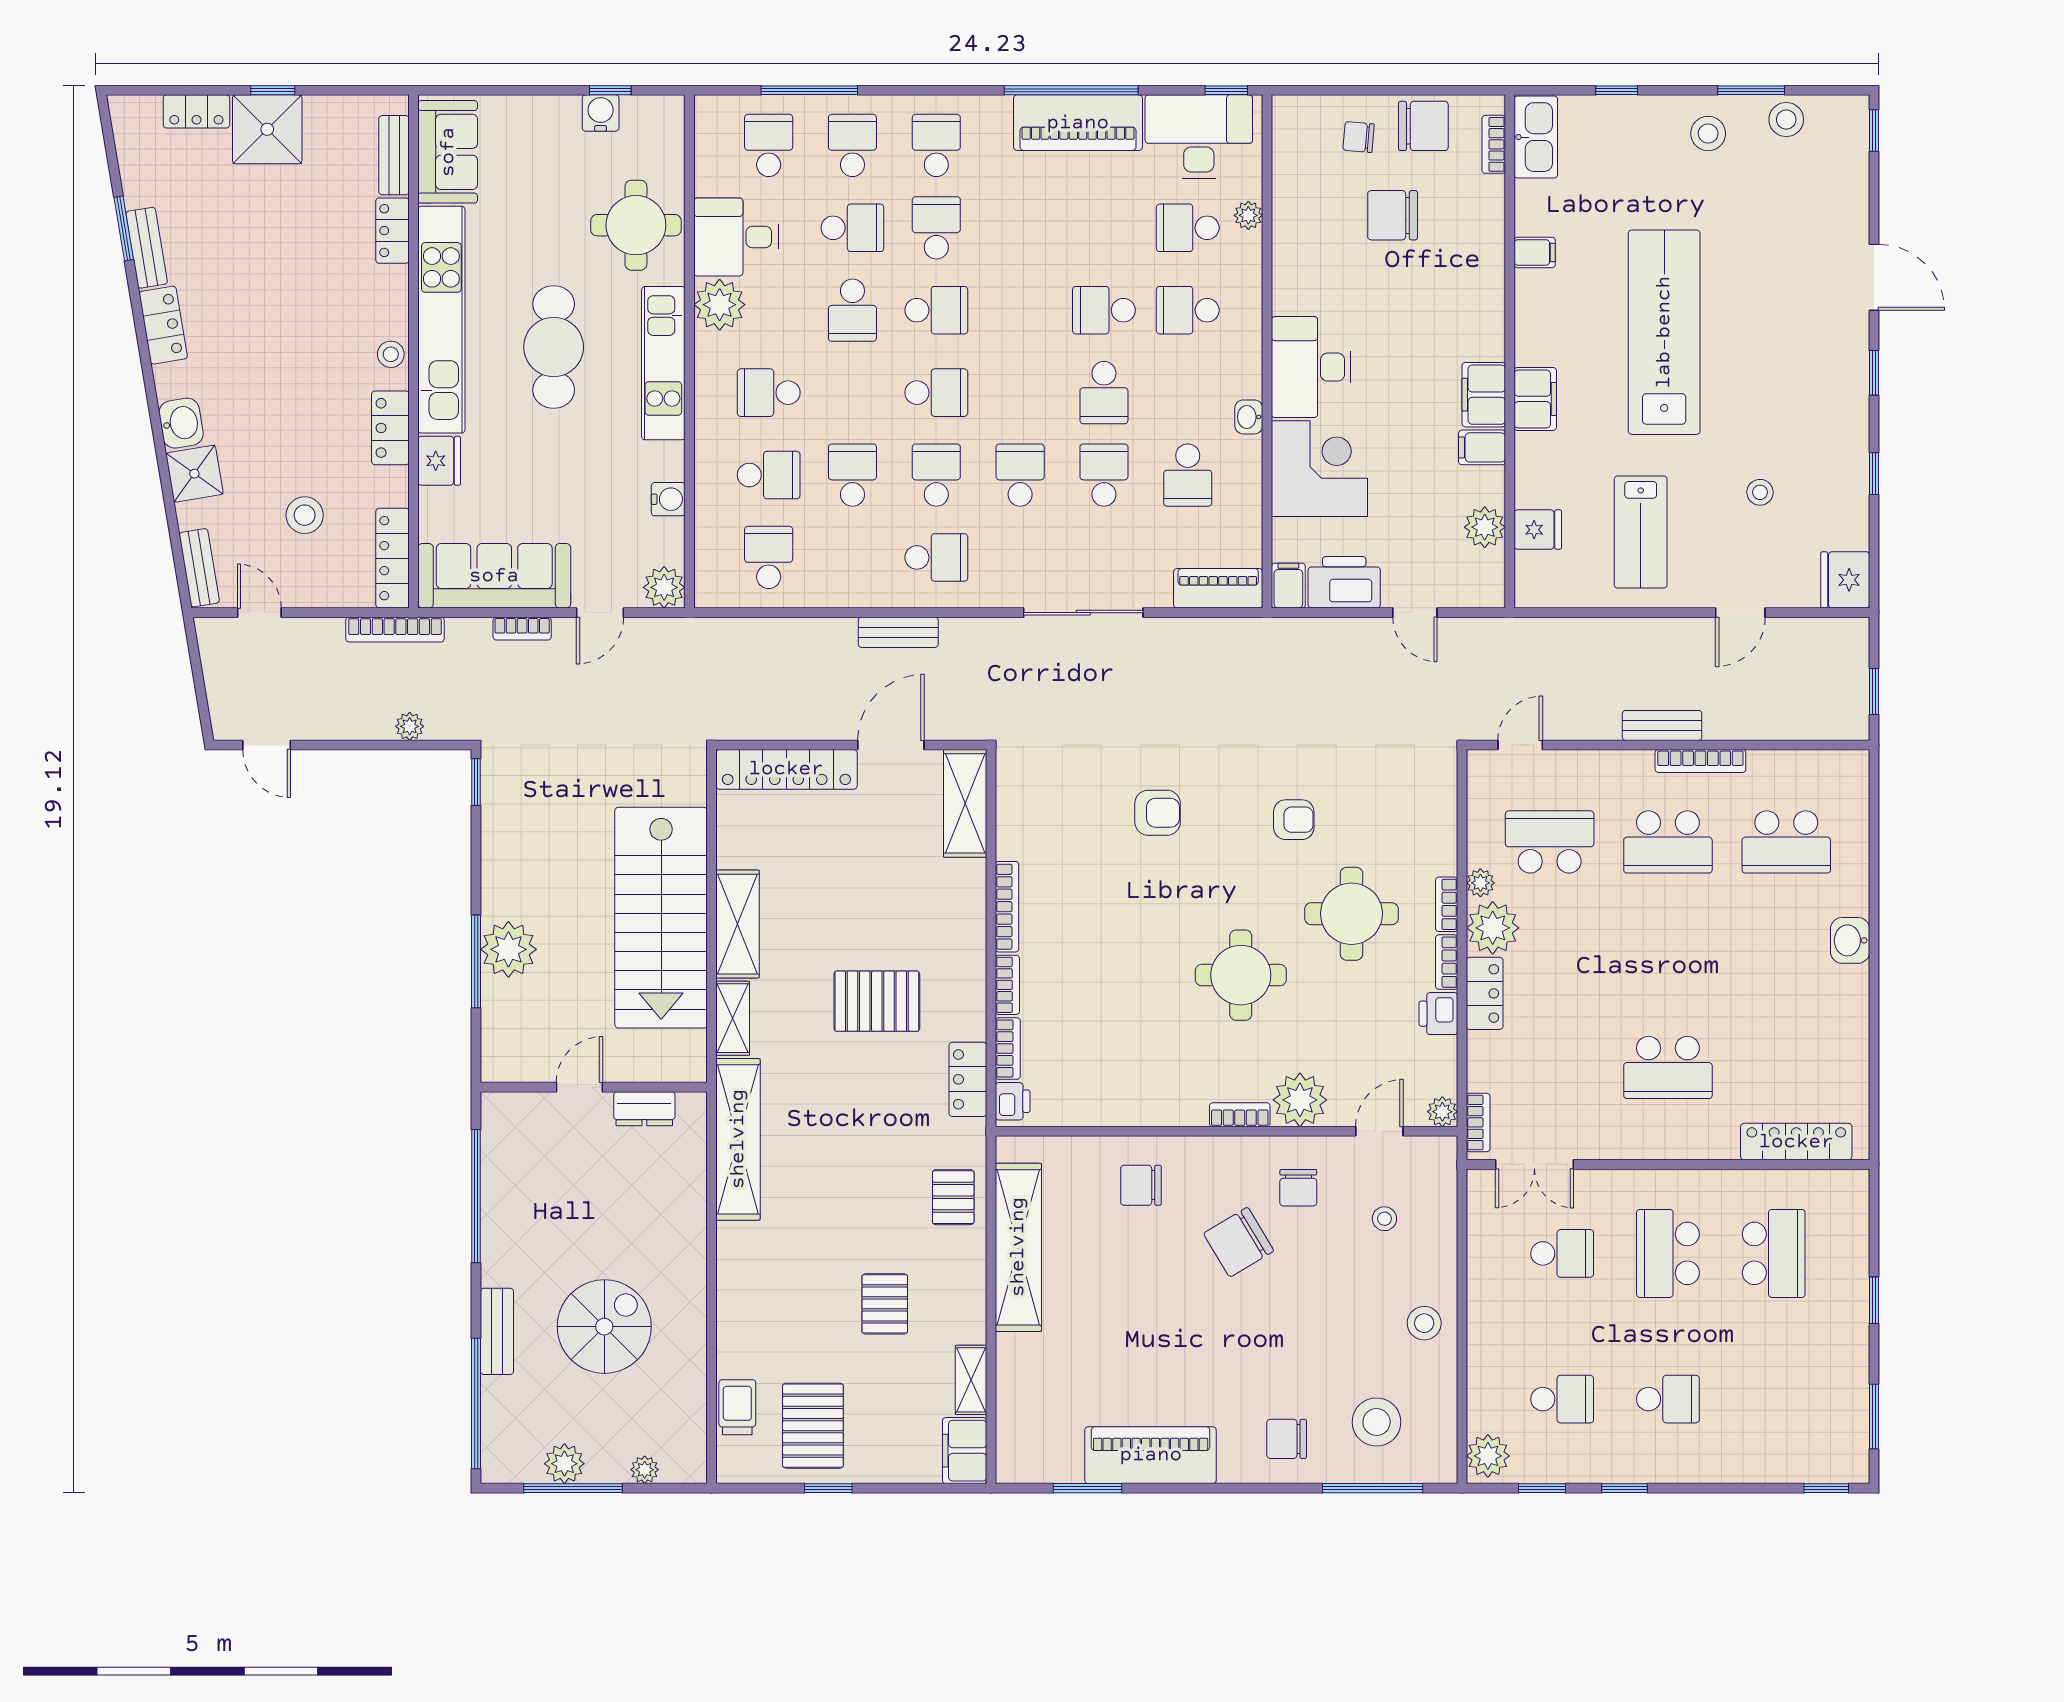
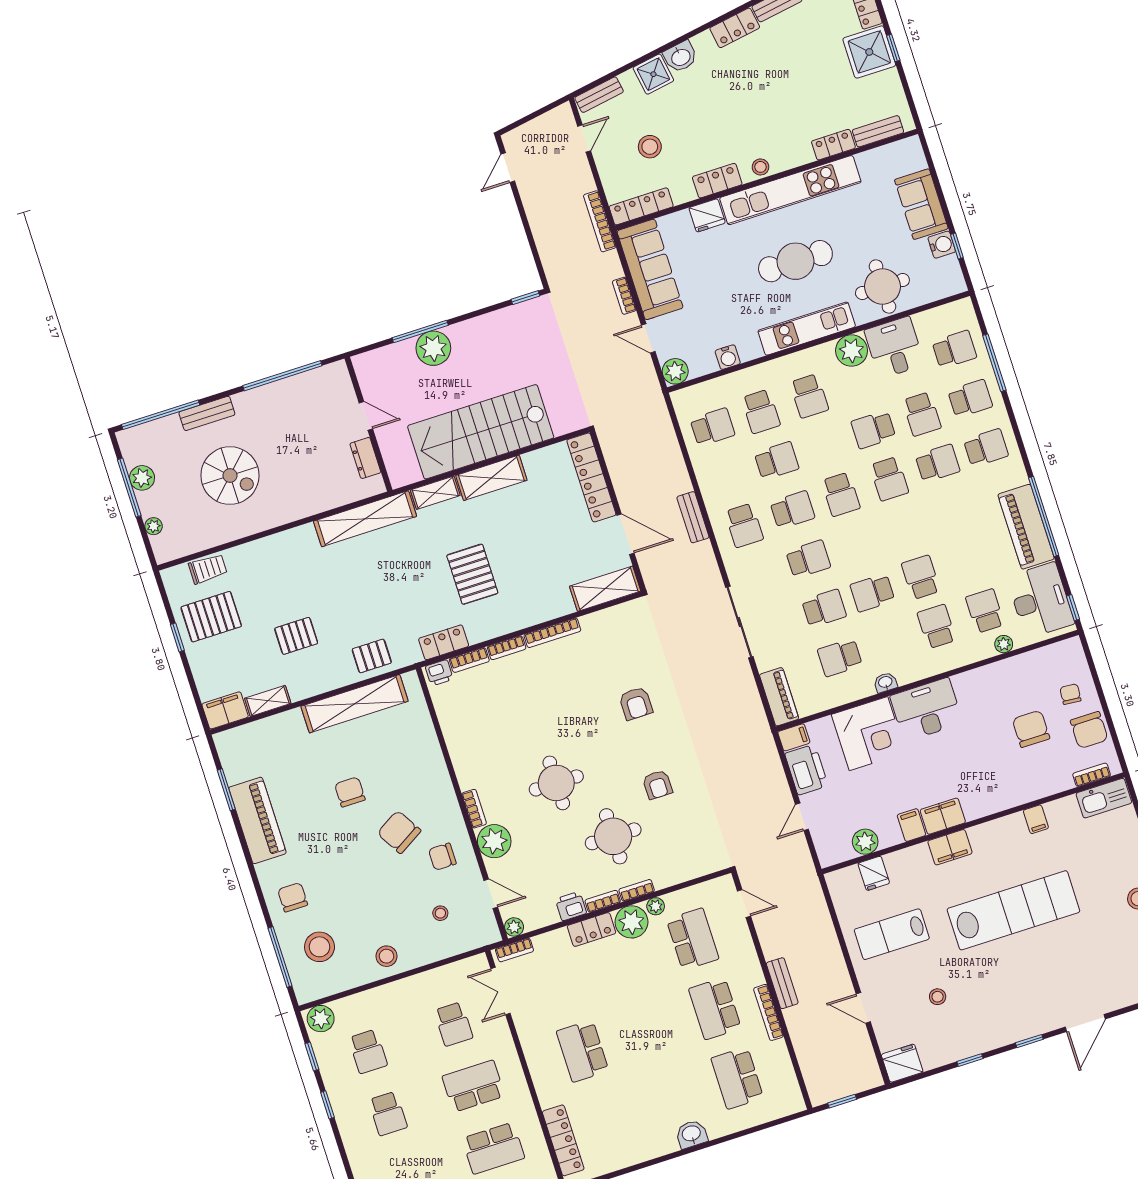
sofa: (448, 152) -> (921, 204), moved, turned 90
school desk: (769, 393) -> (809, 396), turned 180
plant: (410, 726) -> (546, 248), removed
chair: (1141, 1185) -> (350, 792), moved

